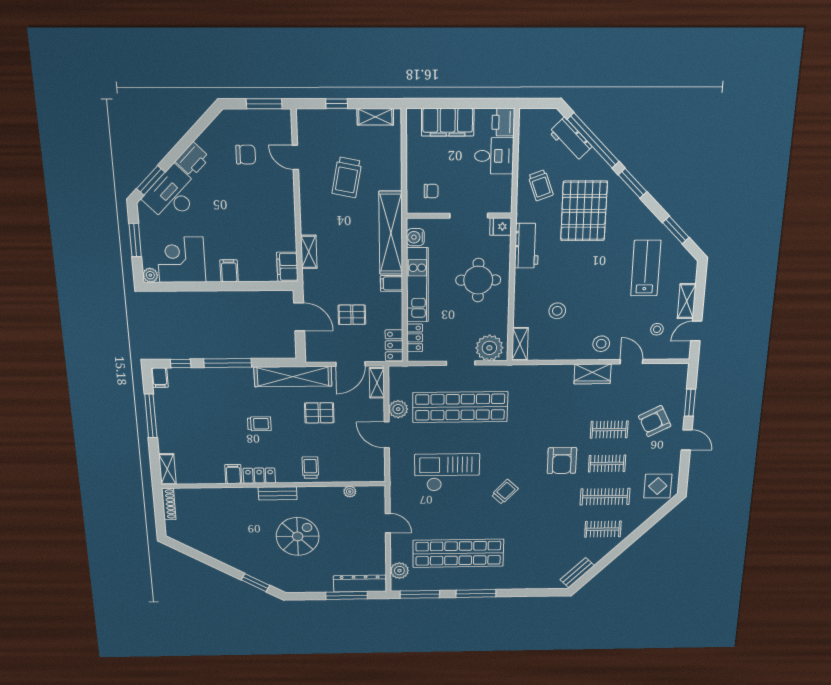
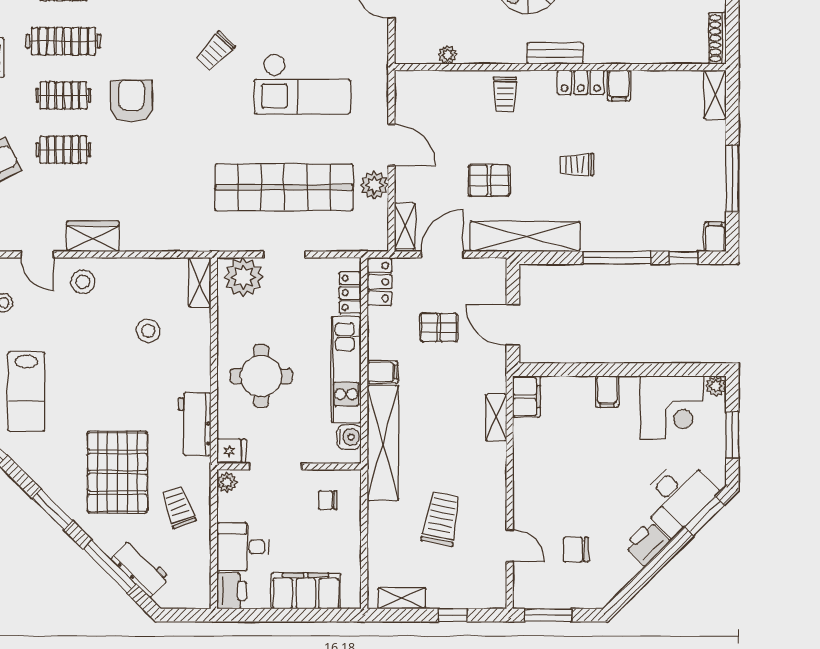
window: (593, 141) -> (110, 567), width x0.68
plant: (505, 204) -> (227, 482), added

